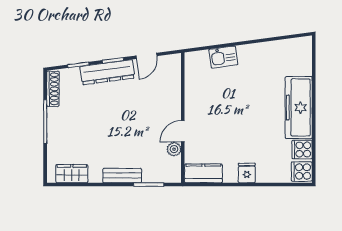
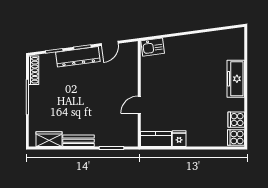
kitchen sink: (223, 57) -> (153, 47), moved
freezer: (299, 108) -> (236, 79), width x0.73, depth x0.79
plant: (174, 149) -> (132, 119), removed
fridge: (247, 173) -> (179, 139), moved
bench: (122, 176) -> (79, 141), moved

